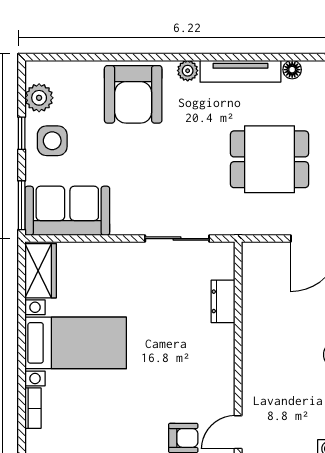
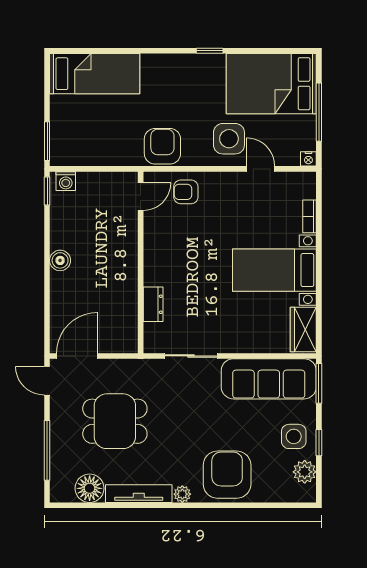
floor lamp: (292, 70) -> (90, 488), width x1.89, depth x1.89
sofa: (67, 211) -> (269, 379), width x1.36

